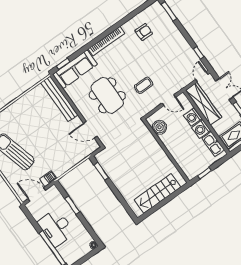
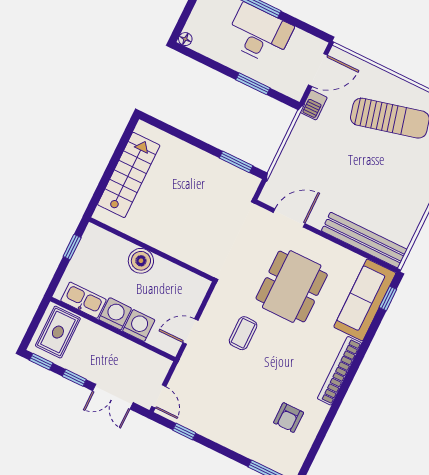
dining table: (107, 95) -> (292, 287), turned 90
wardrobe: (203, 104) -> (133, 356), removed
boiler: (160, 127) -> (141, 261), moved

